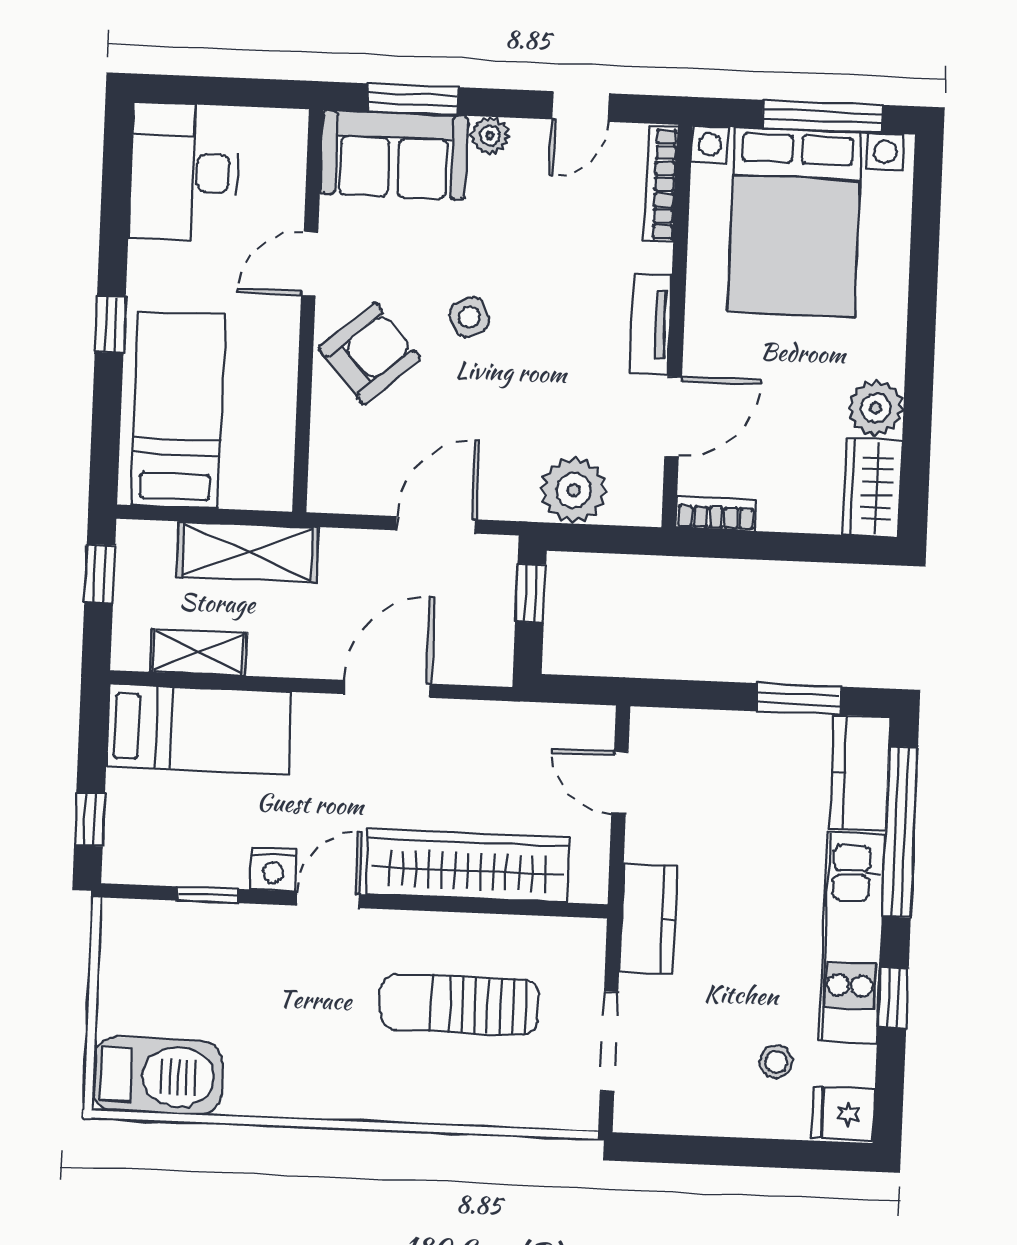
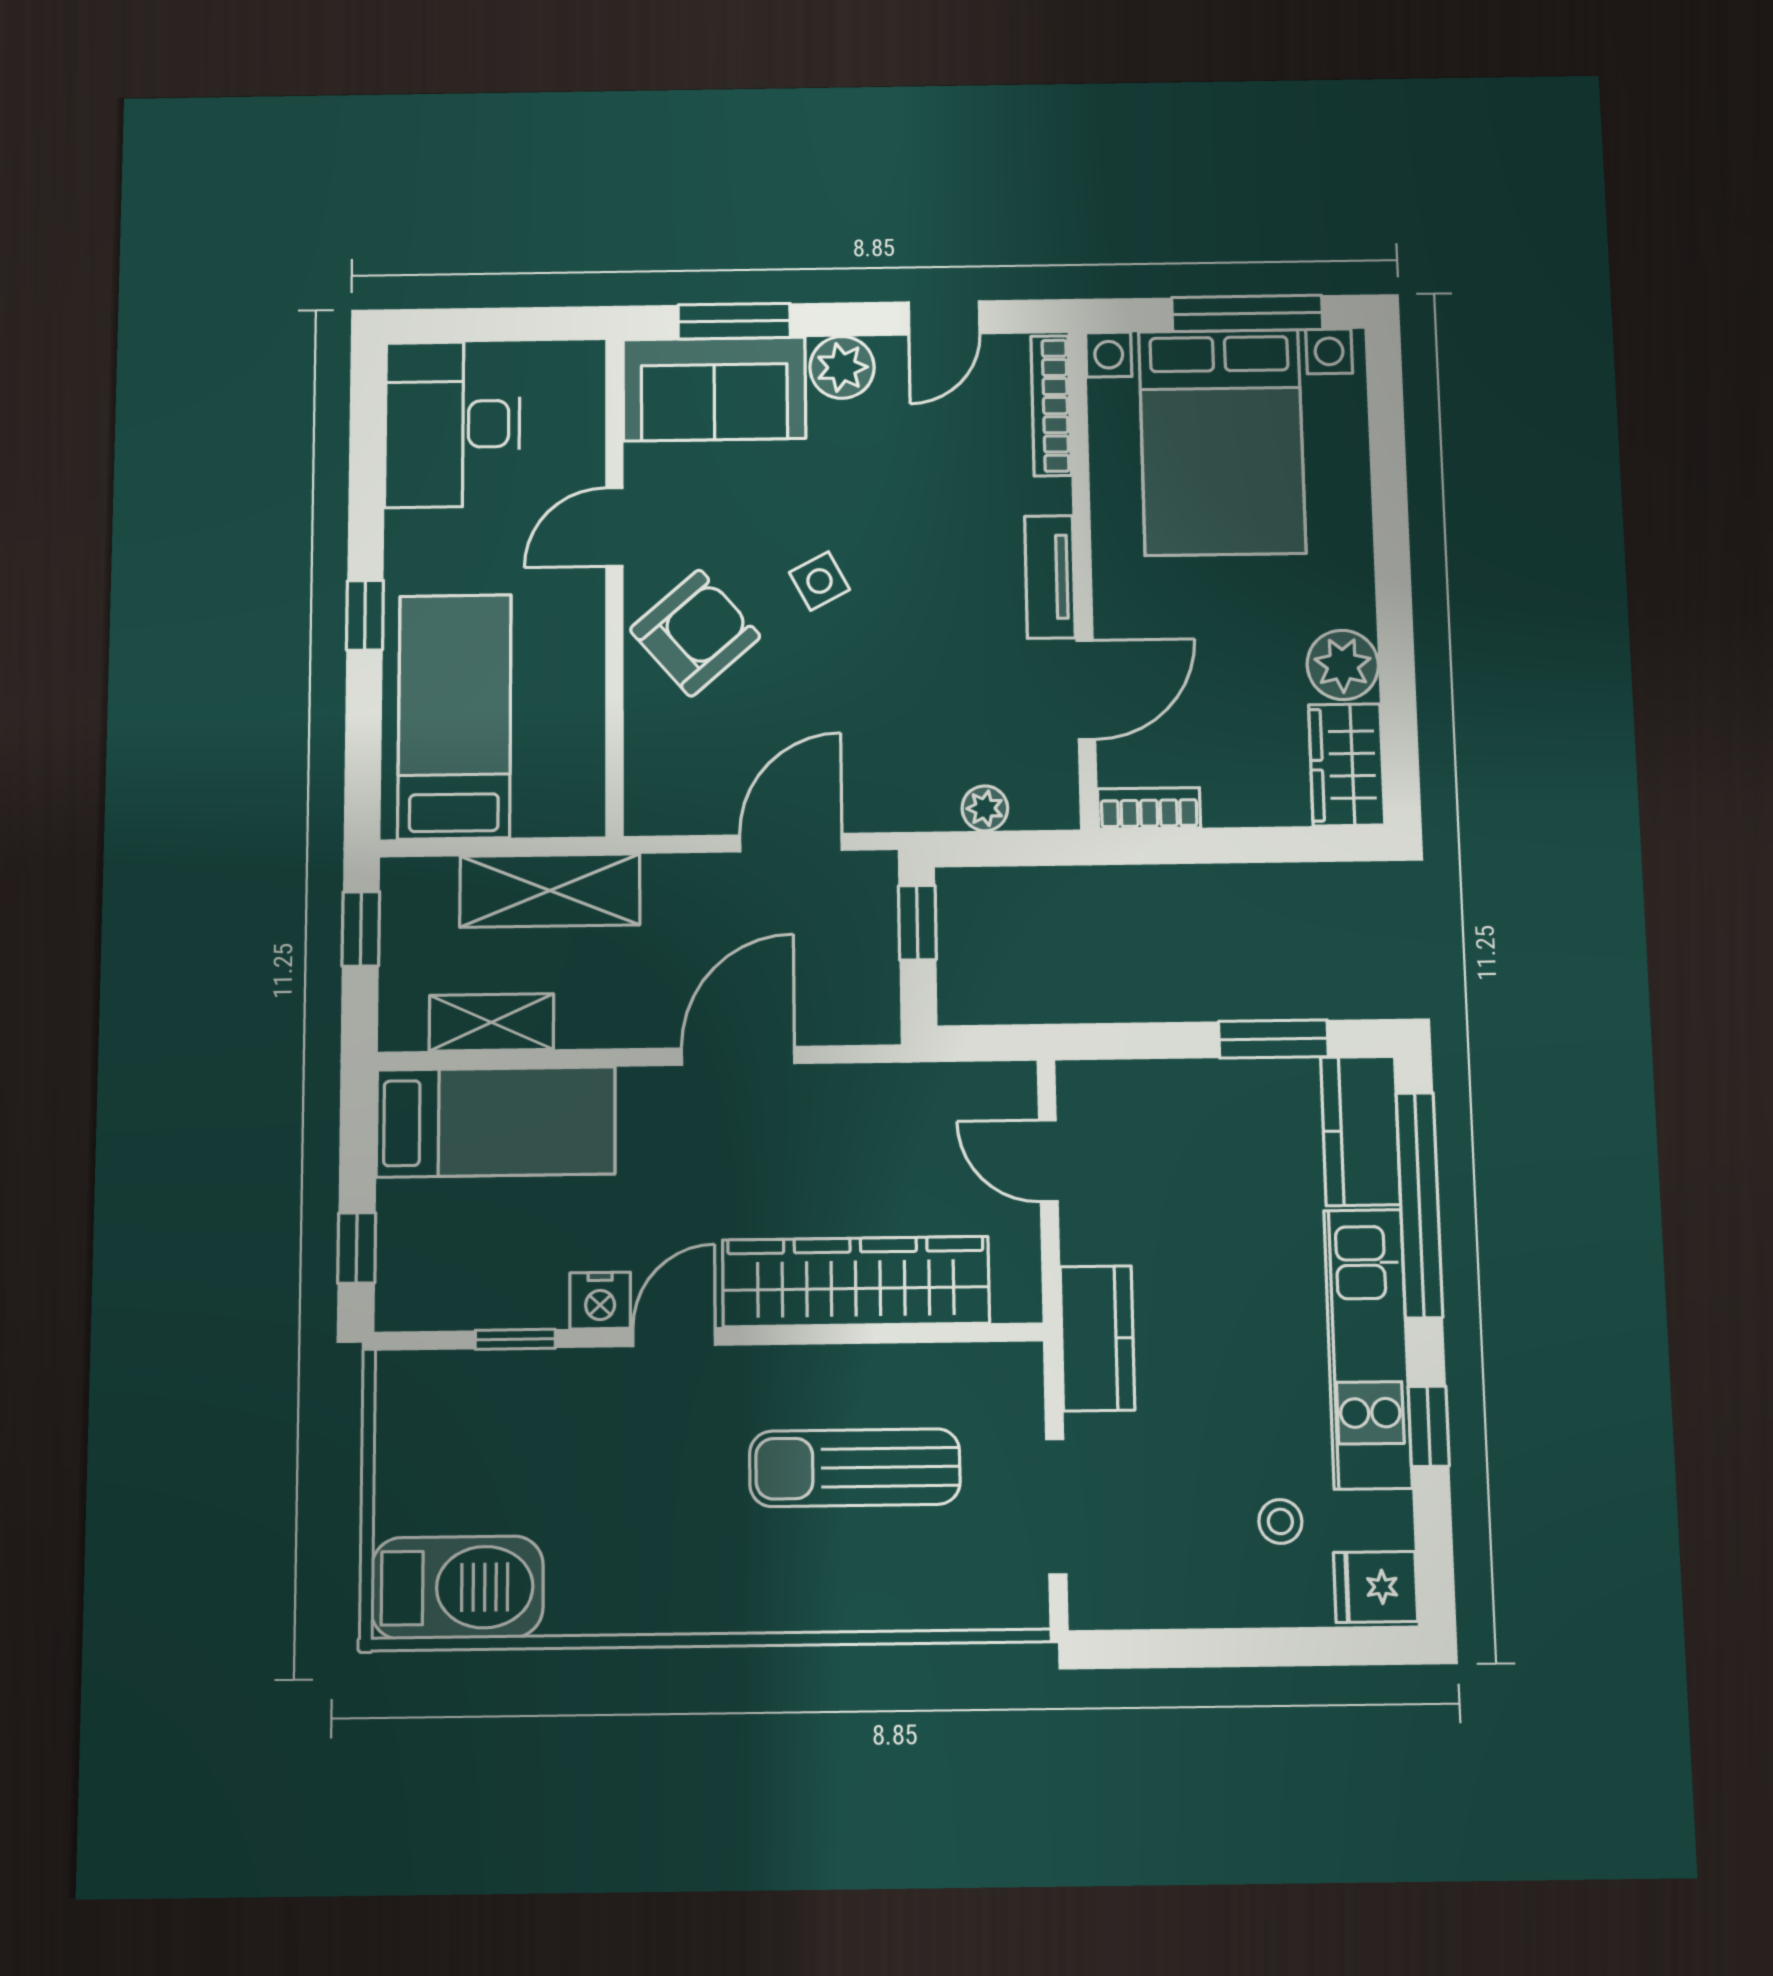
plant: (490, 136) -> (842, 367), width x1.38, depth x1.38
plant: (574, 490) -> (985, 808), width x0.53, depth x0.53

